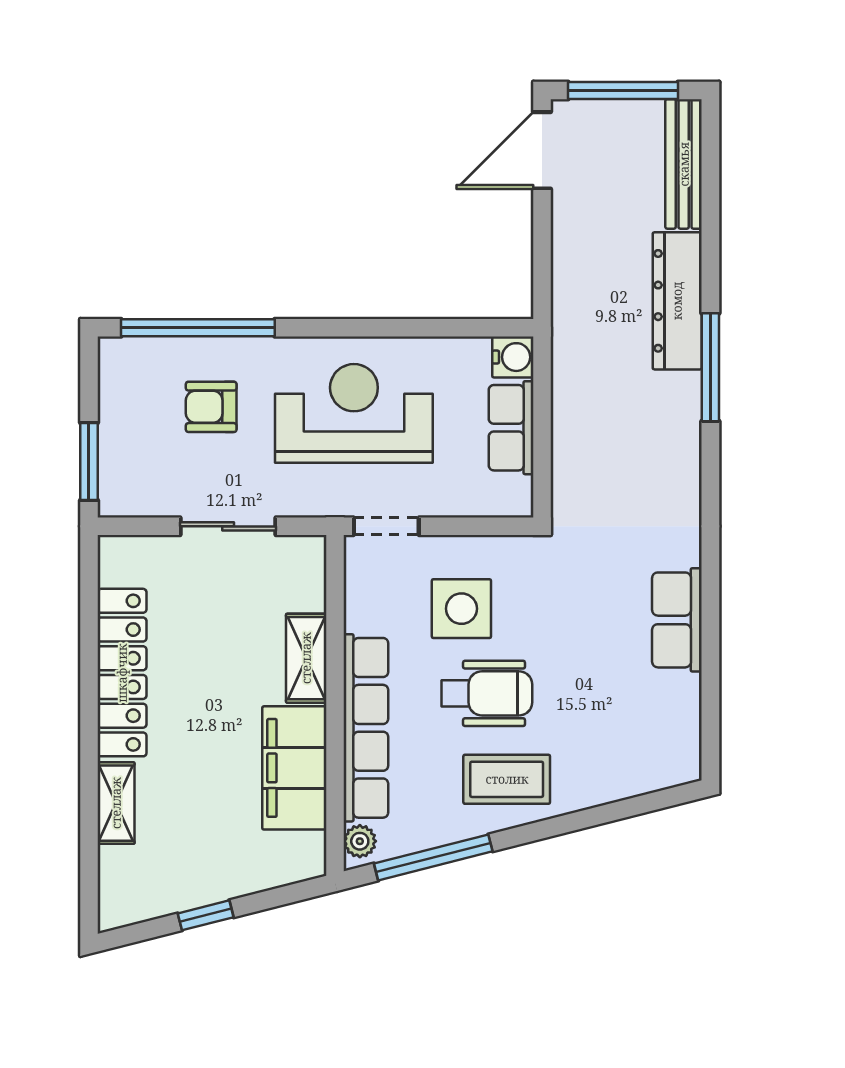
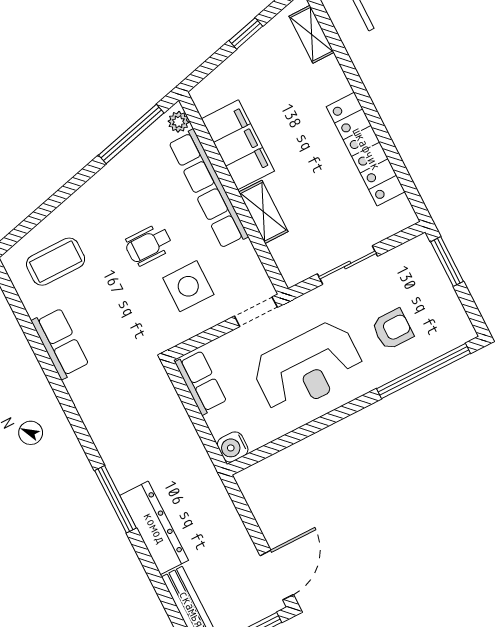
row of seats: (511, 428) -> (201, 382), moved
wheelchair: (487, 693) -> (149, 245), width x0.73, depth x0.73
coffee table: (507, 779) -> (56, 262), moved
shelving: (116, 803) -> (312, 34), moved

